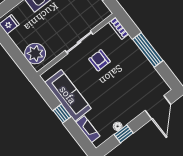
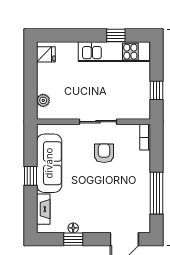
window: (148, 50) -> (157, 193), moved
plant: (35, 54) -> (43, 100), width x0.53, depth x0.53

